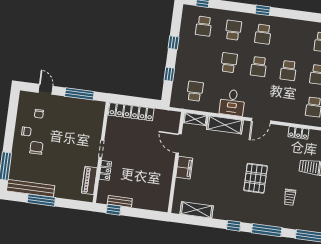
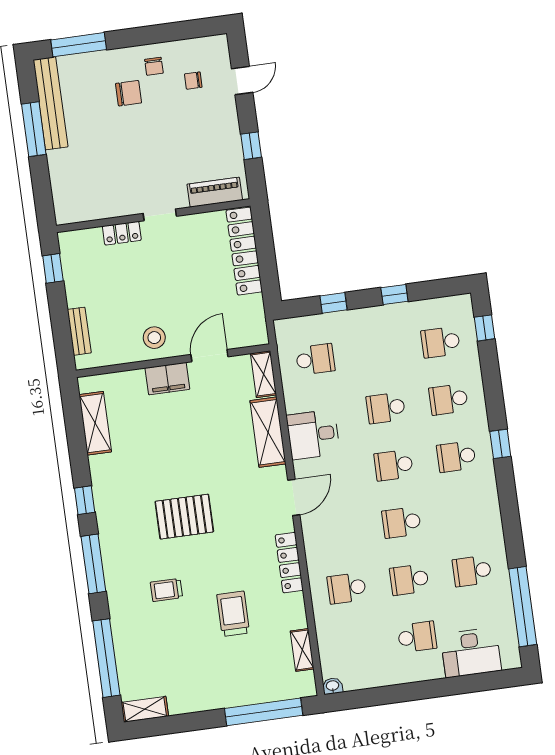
school desk: (233, 30) -> (448, 399), turned 180
school desk: (229, 63) -> (386, 408), turned 180
window: (79, 94) -> (251, 146), width x0.46
door: (261, 121) -> (294, 497), swing flipped
locker: (298, 133) -> (289, 563), width x1.53
stool: (162, 169) -> (154, 338), added
piano: (89, 180) -> (215, 192), moved
bench: (120, 201) -> (79, 331), moved

